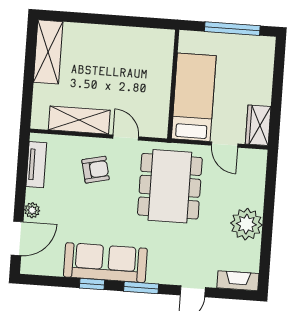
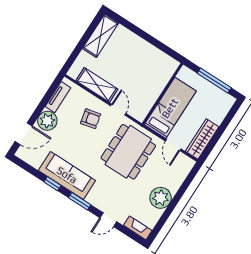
wardrobe: (258, 125) -> (202, 139), width x1.50
plant: (32, 210) -> (47, 121), width x1.88, depth x1.88

